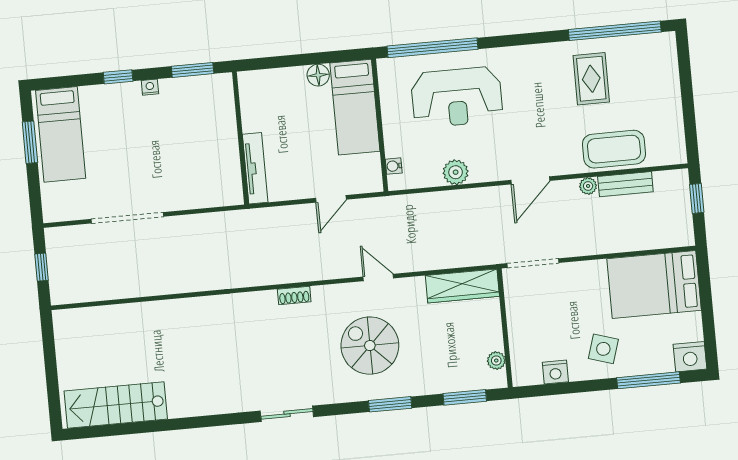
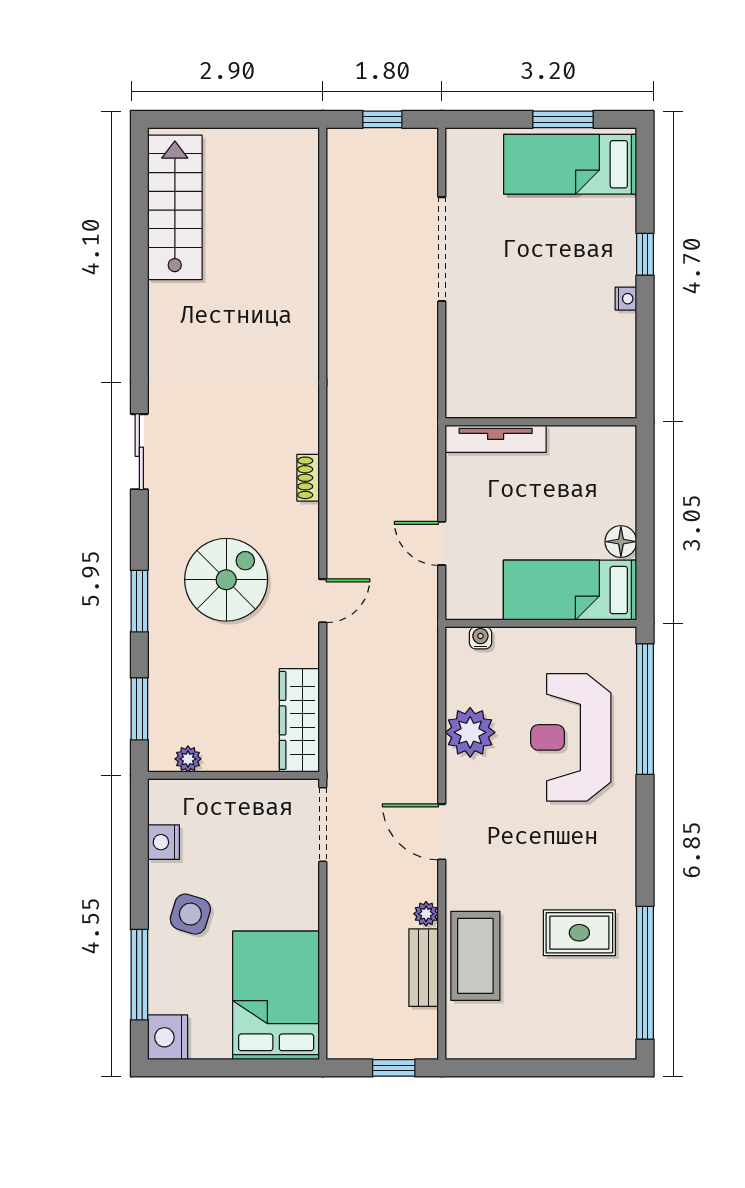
window: (193, 70) -> (645, 362), removed
plant: (456, 172) -> (470, 732), width x1.36, depth x1.36

